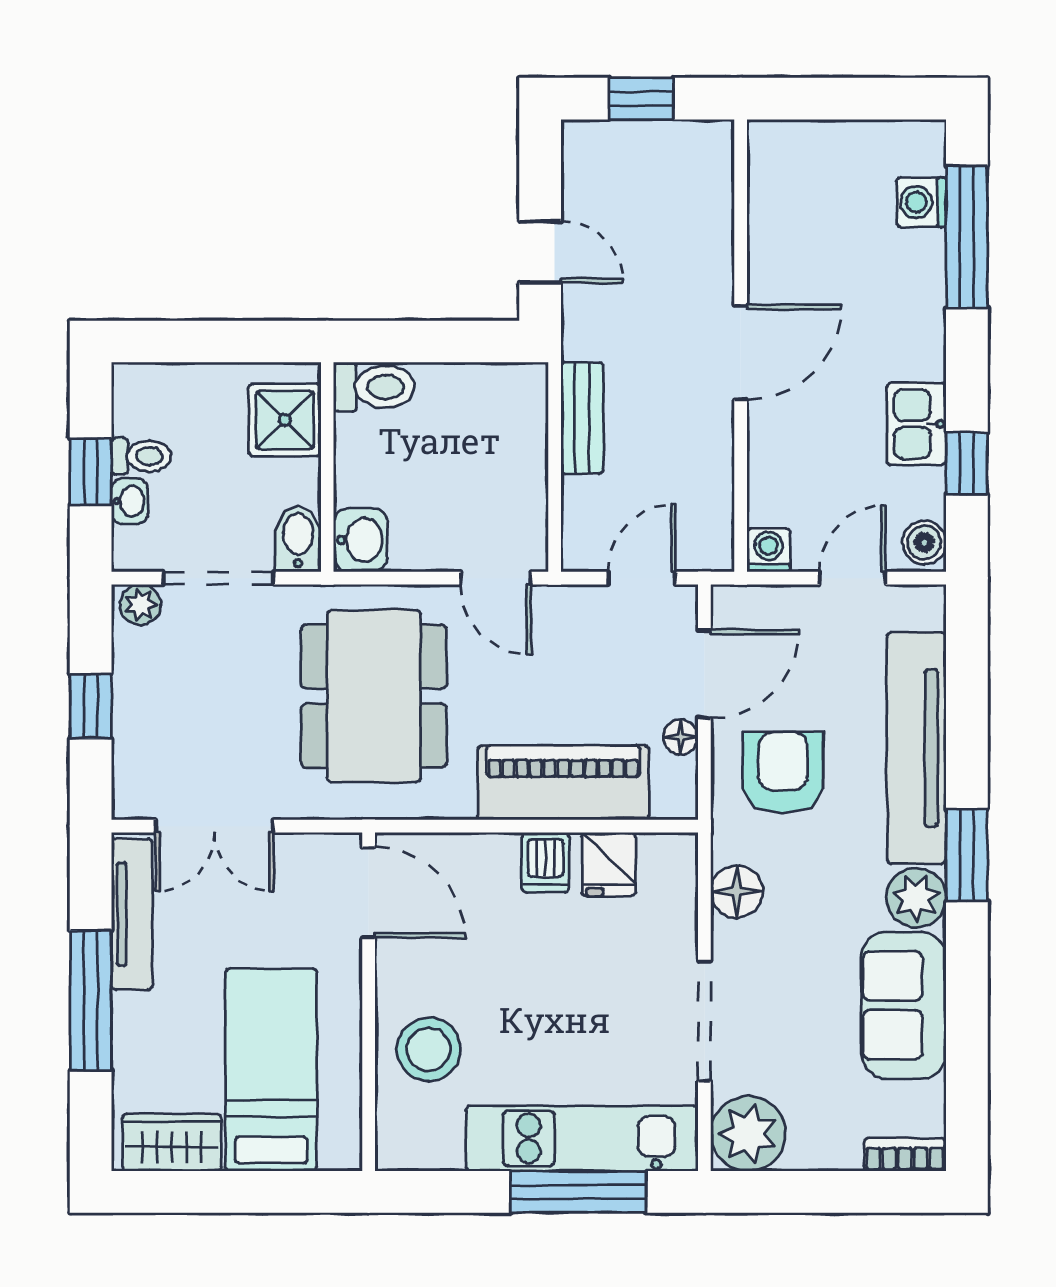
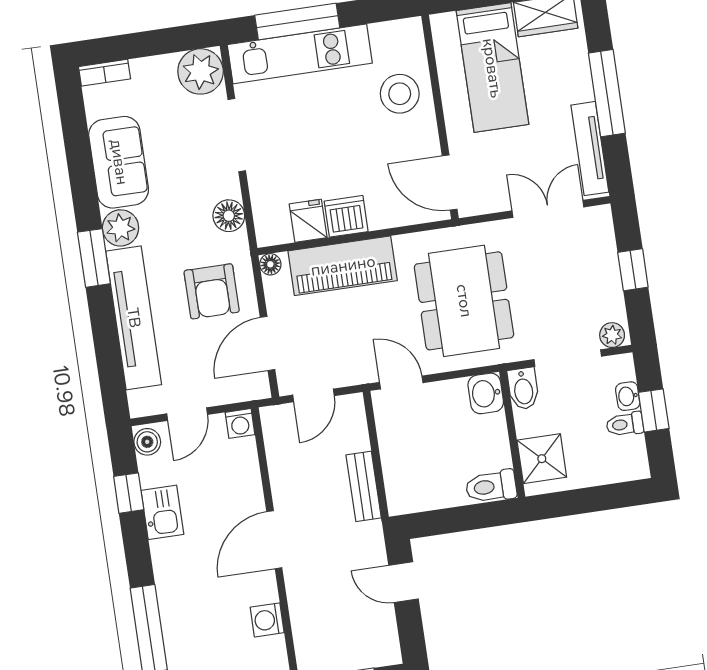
washing machine: (921, 202) -> (267, 620), moved, turned 180
floor lamp: (681, 737) -> (270, 264), moved
dishwasher: (546, 862) -> (346, 216), width x1.38

